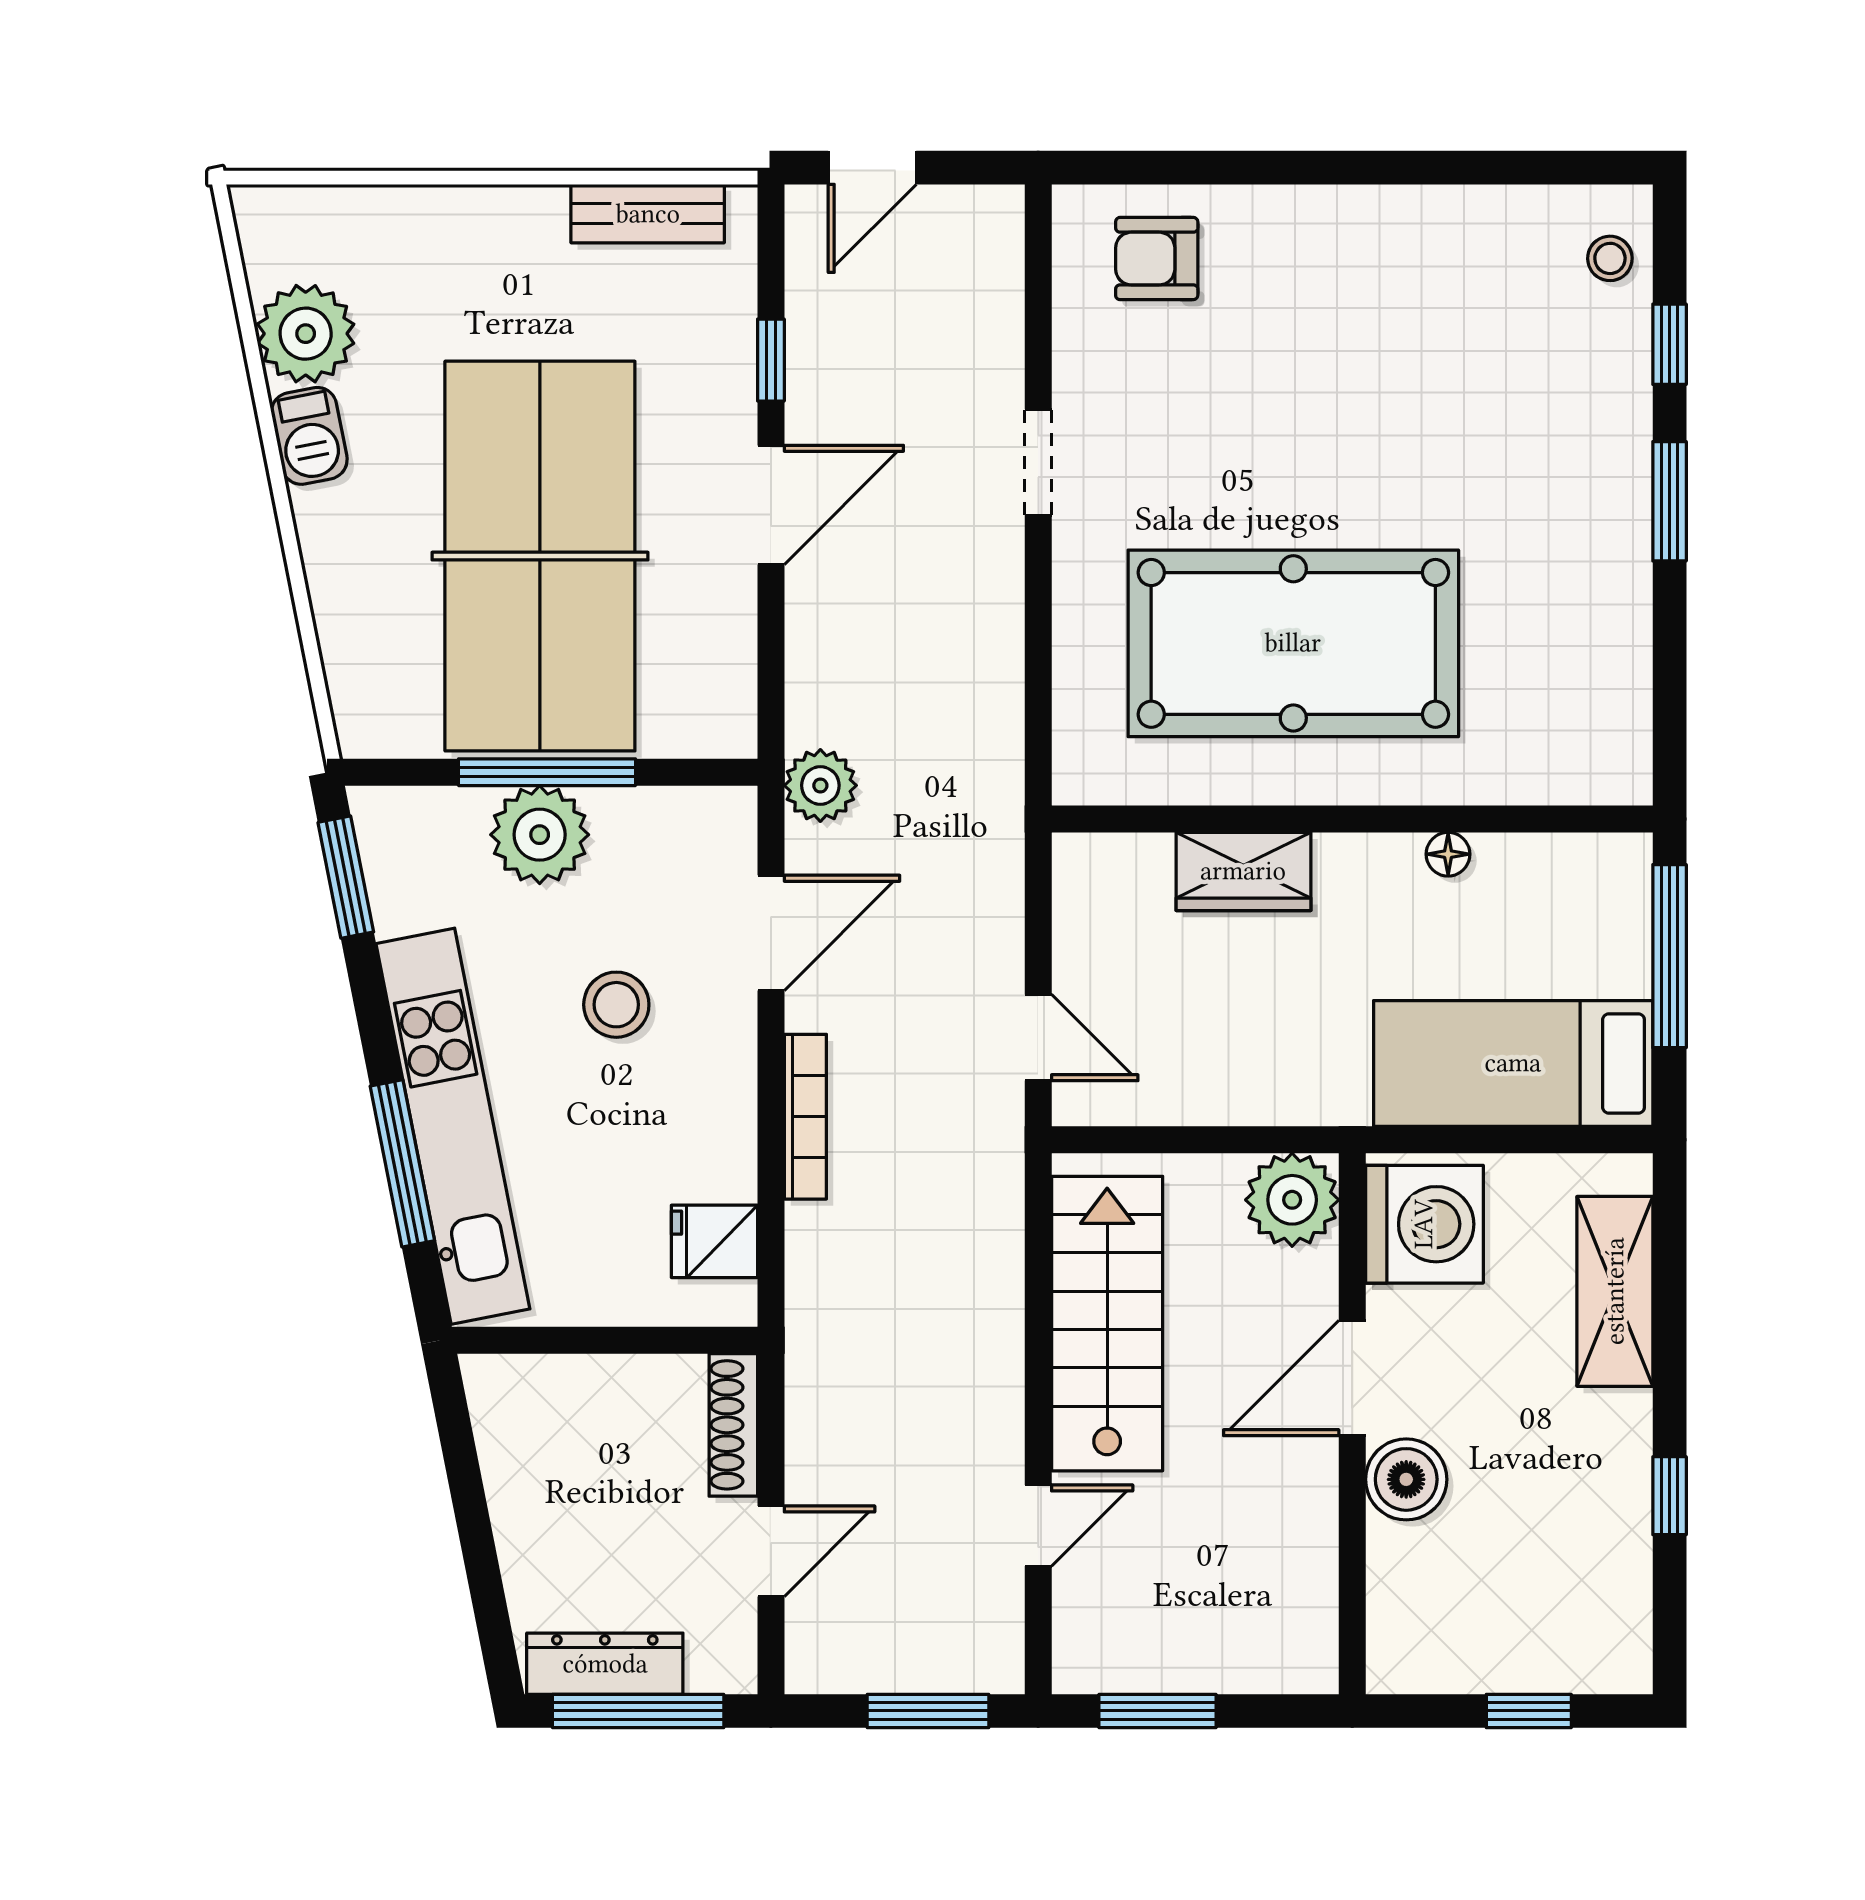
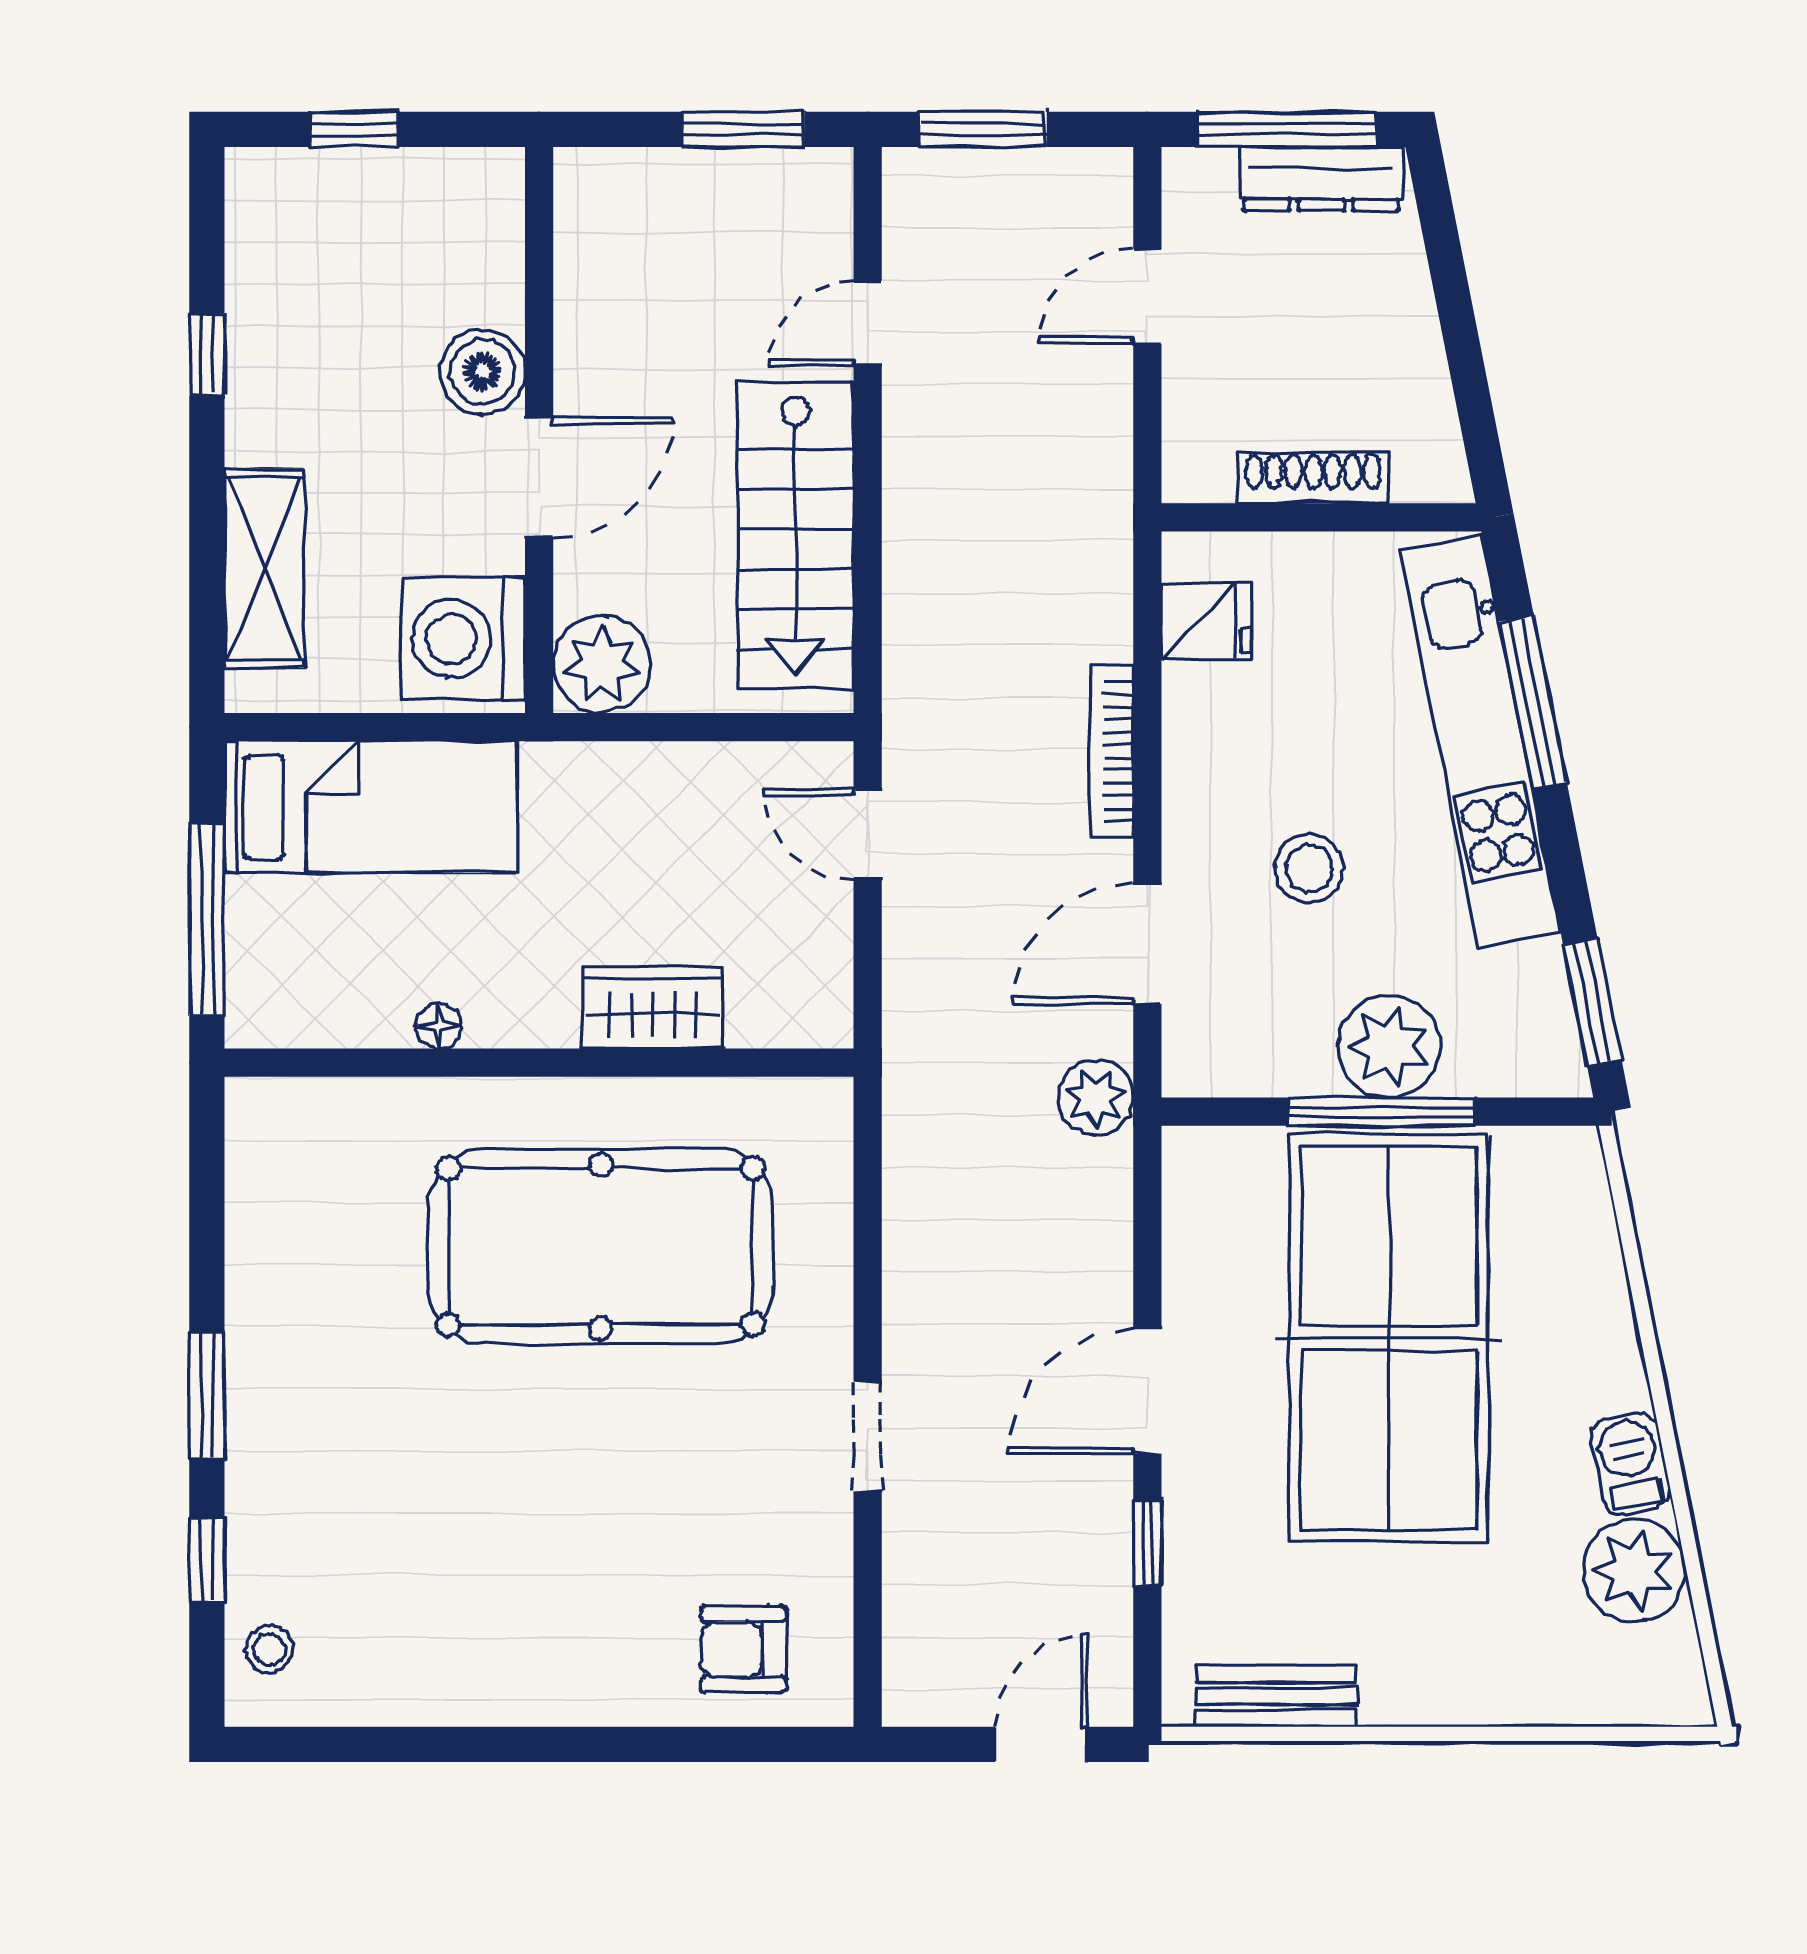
armchair: (1157, 259) -> (744, 1649), turned 180
shoe rack: (733, 1425) -> (1313, 478), moved, turned -90

